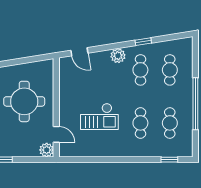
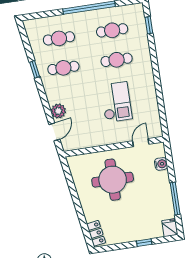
plant: (118, 56) -> (58, 111), moved
plant: (47, 150) -> (158, 150), removed
water cooler: (32, 151) -> (161, 164), added

